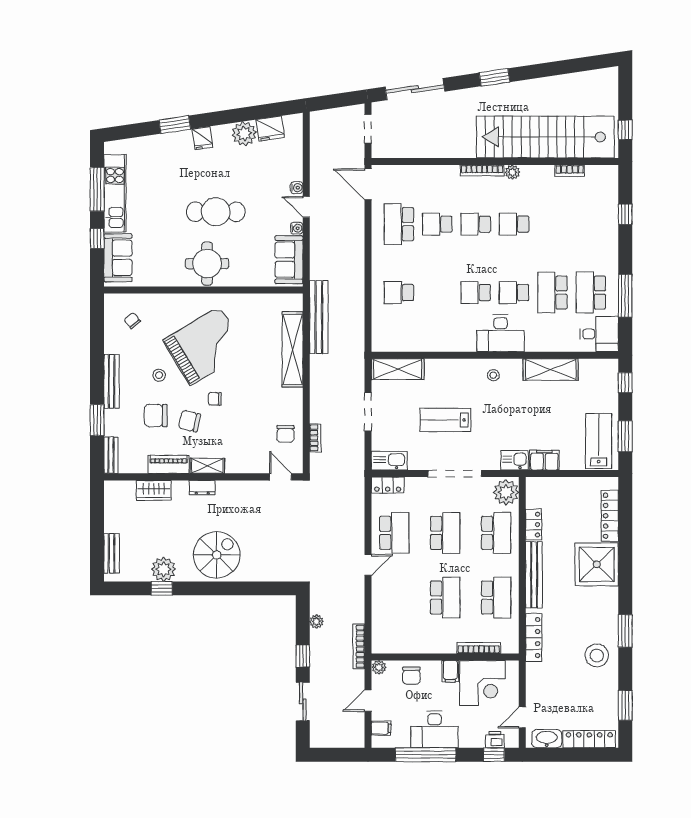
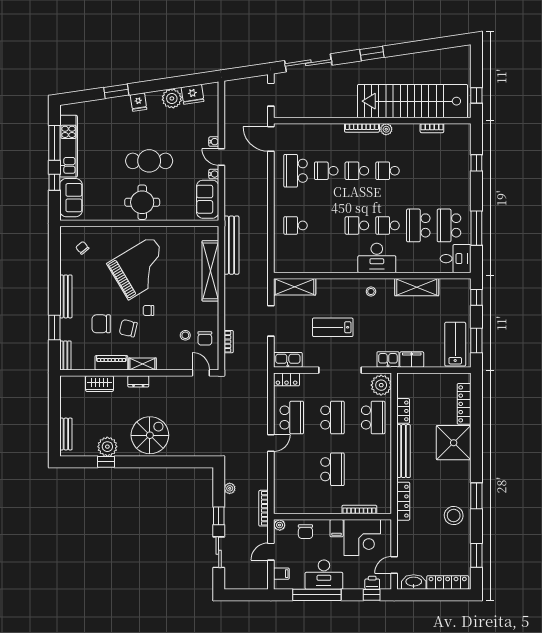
stool: (159, 375) -> (185, 335), moved
school desk: (496, 598) -> (373, 469), removed

